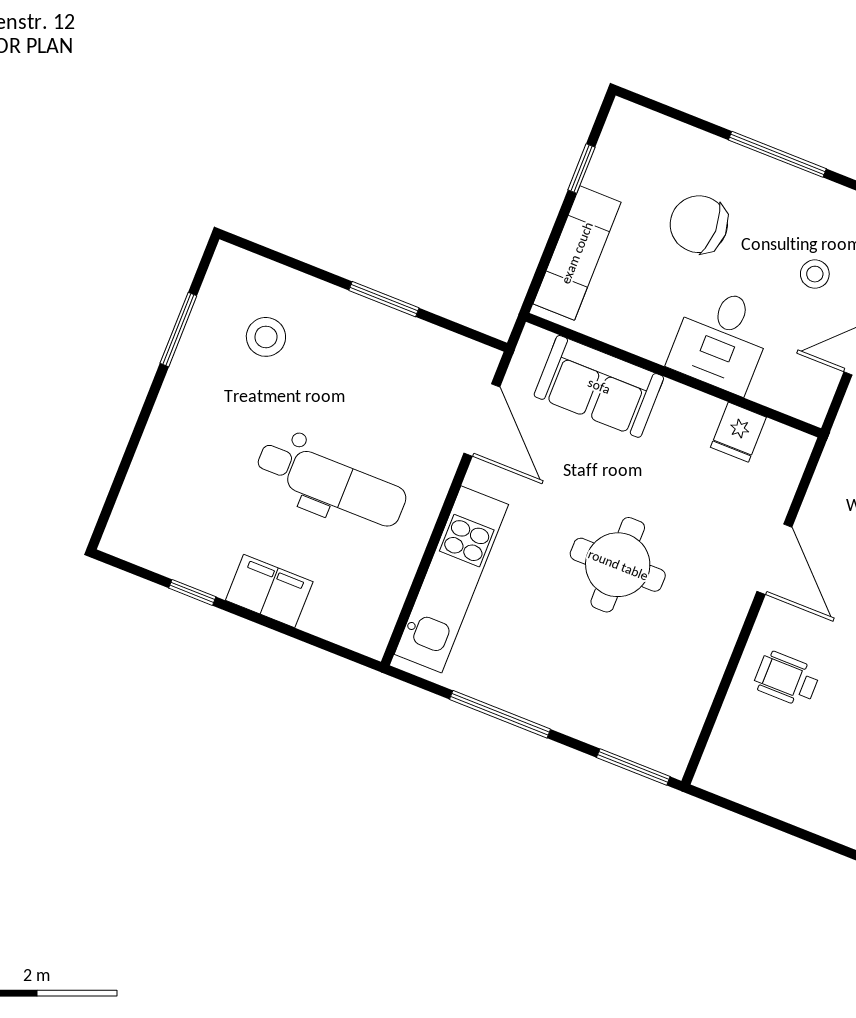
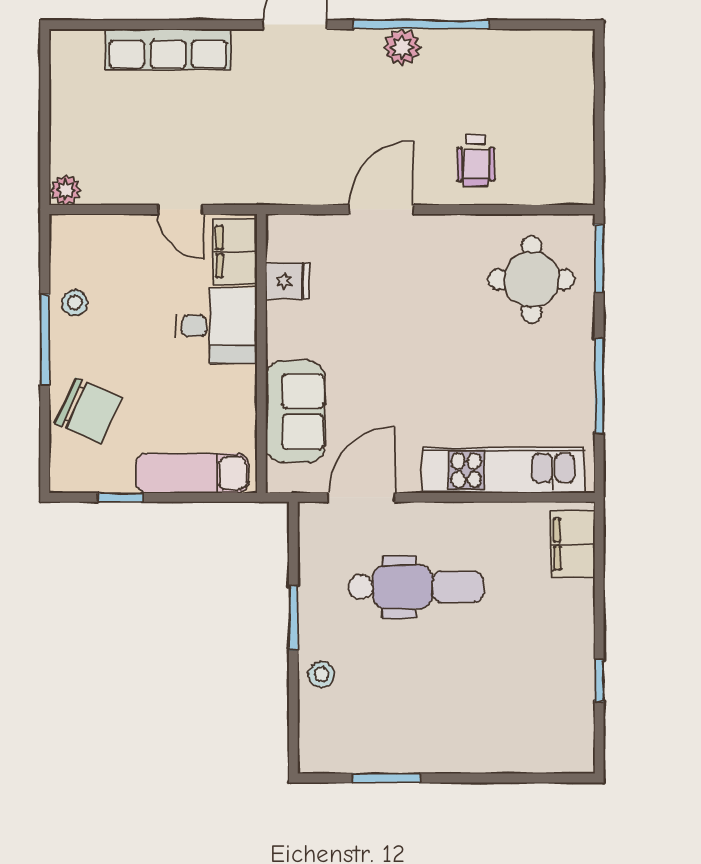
chair: (699, 224) -> (88, 411), moved, turned -66
stool: (815, 274) -> (75, 303), moved
stool: (266, 337) -> (322, 675), moved, width x0.73, depth x0.73
filing cabinet: (791, 390) -> (235, 252), added
dental chair: (331, 483) -> (416, 587), moved, turned 90
round table: (618, 565) -> (532, 279), moved
filing cabinet: (269, 591) -> (573, 544), moved

